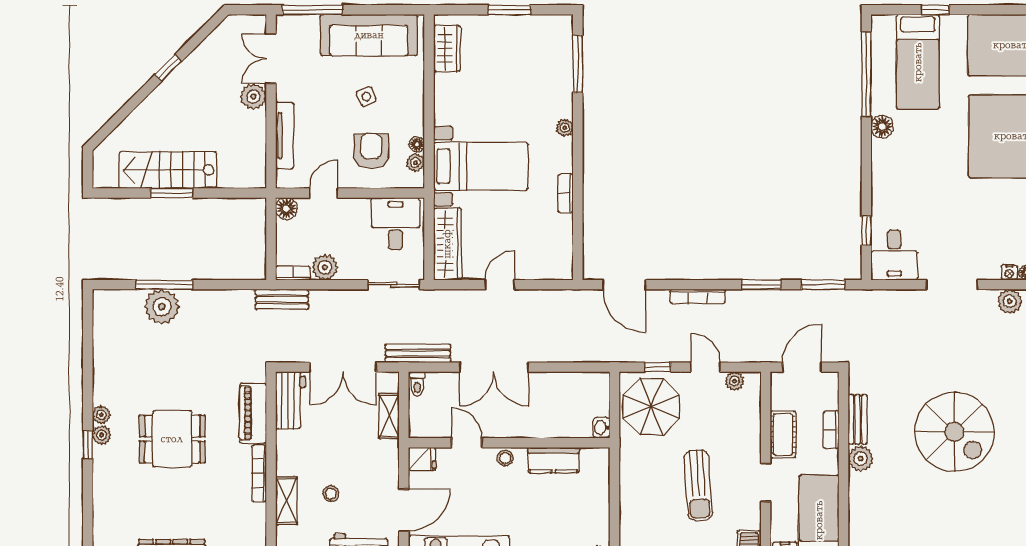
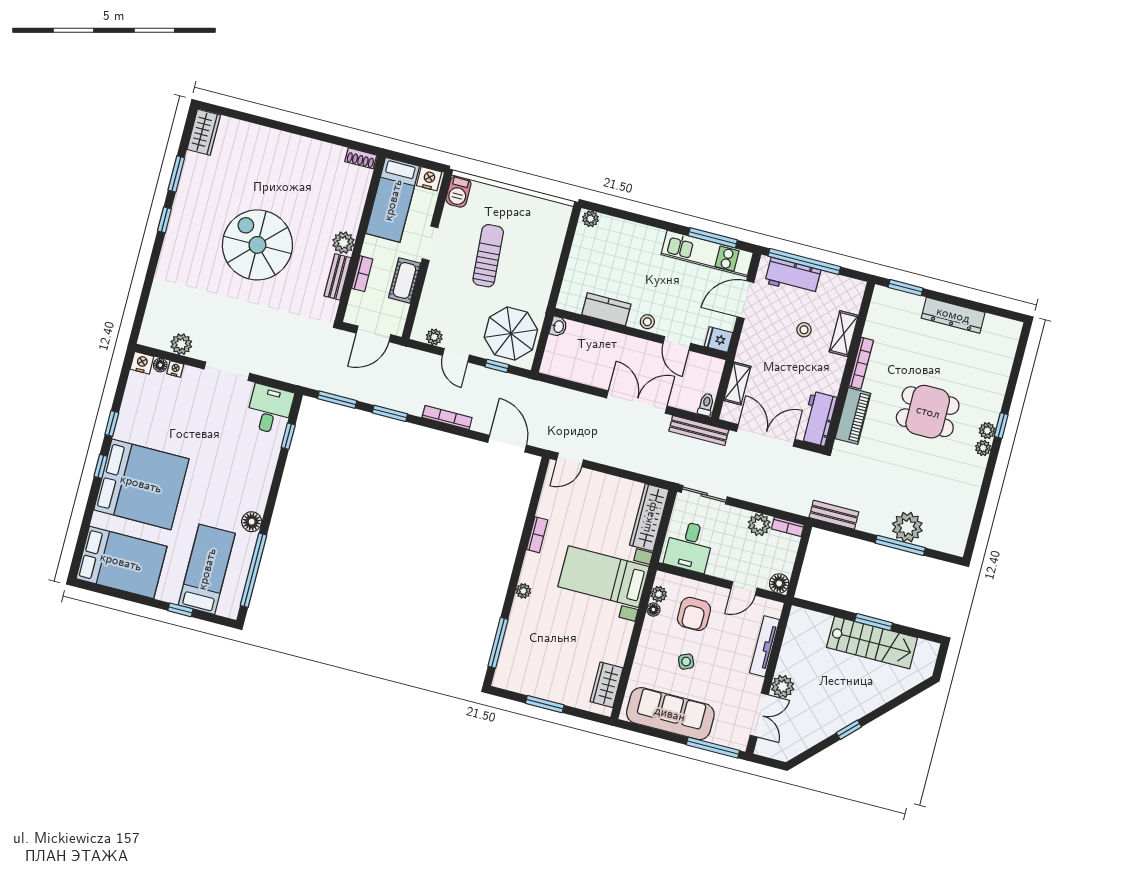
door: (500, 285) -> (570, 460), moved
bench: (282, 299) -> (834, 515), moved

